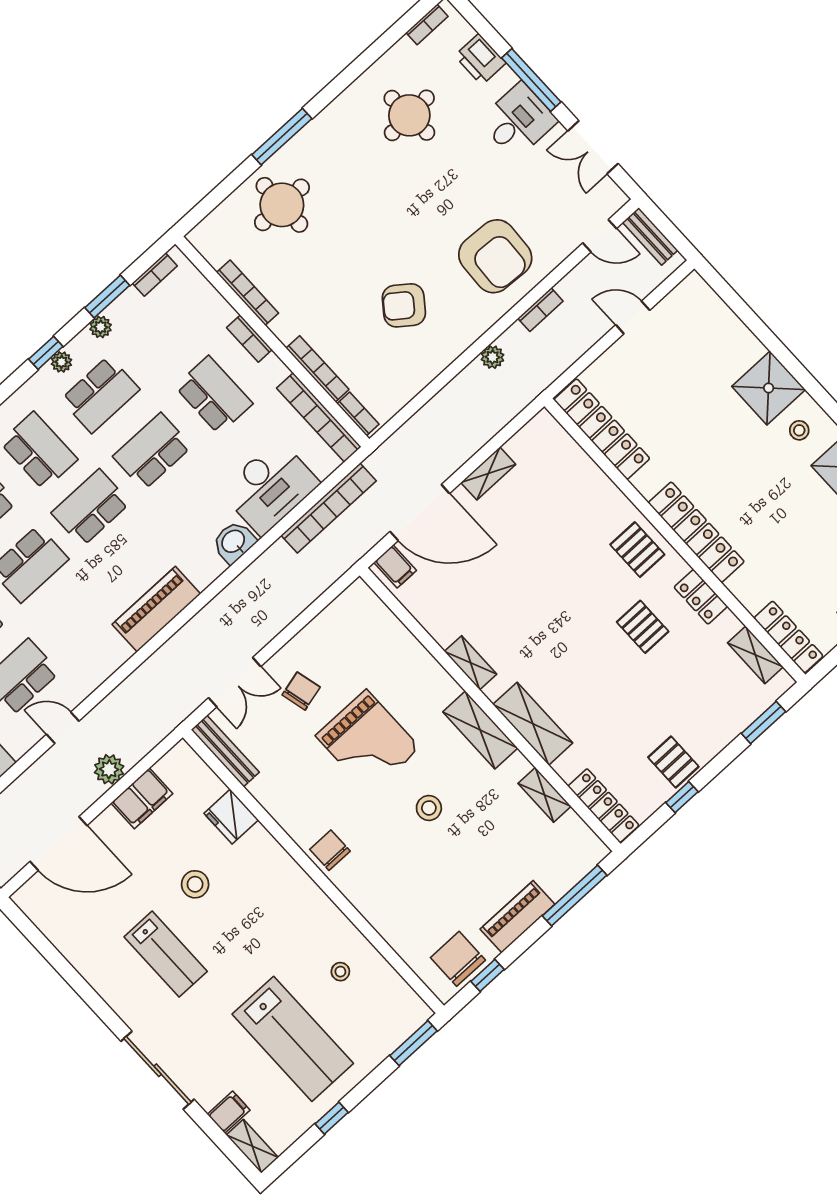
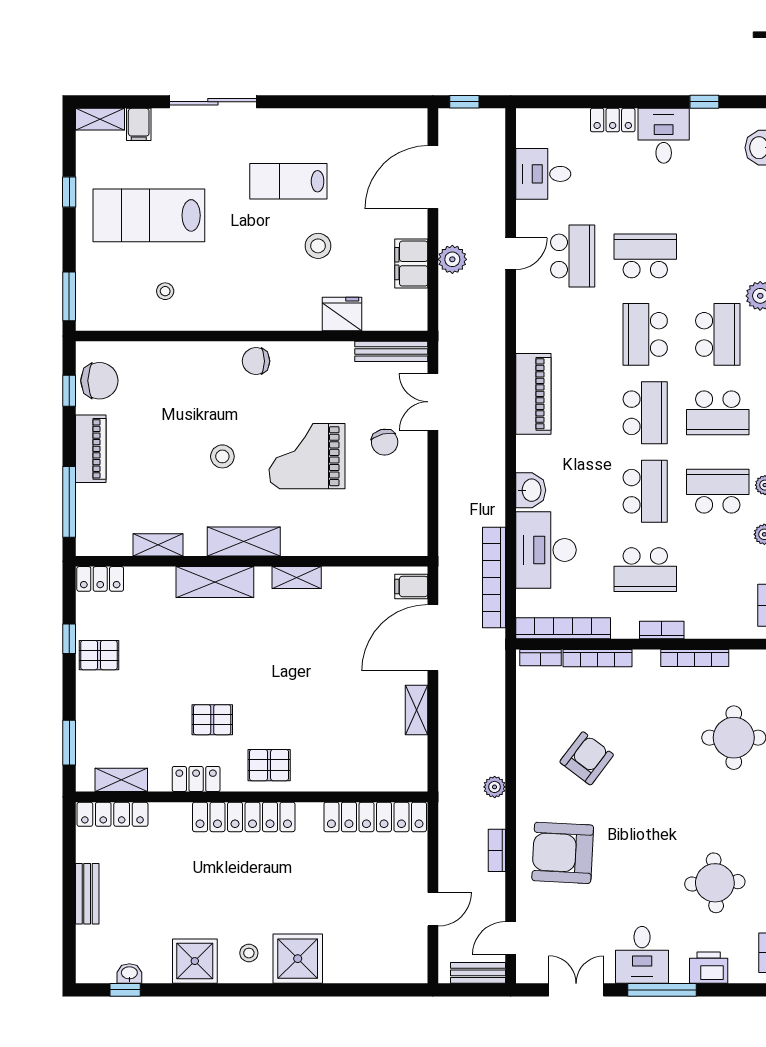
school desk: (100, 394) -> (718, 491), turned 90
locker: (603, 806) -> (100, 579), width x0.66
chair: (330, 850) -> (256, 361), turned 180

